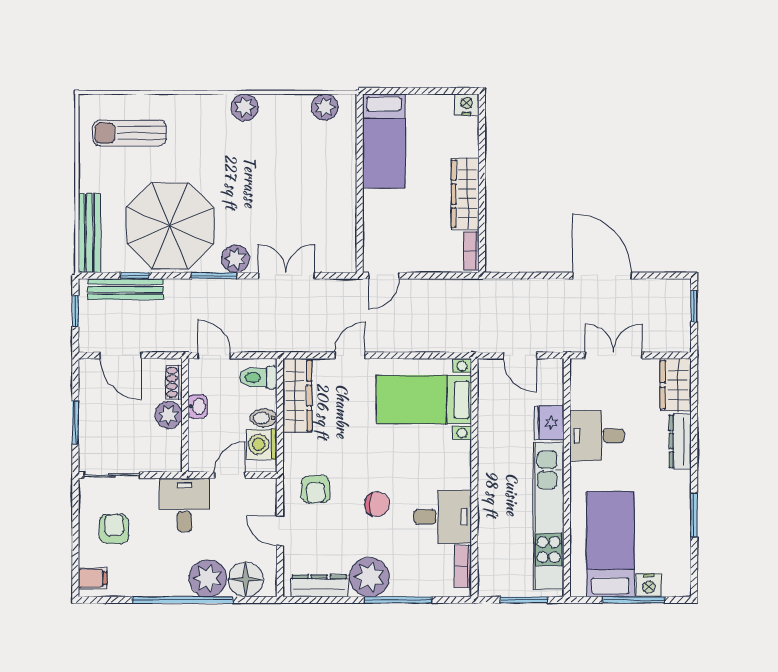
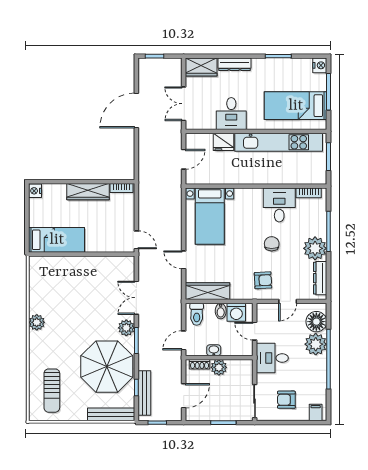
plant: (325, 107) -> (37, 275), removed
nightstand: (649, 585) -> (320, 65), moved

